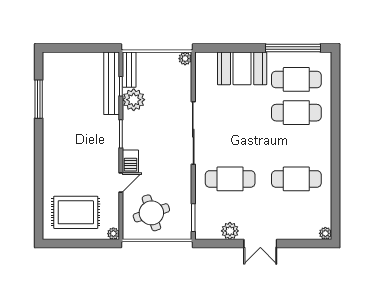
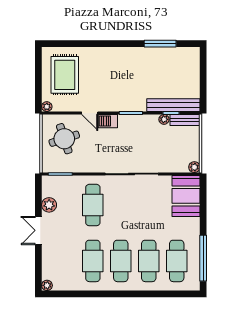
booth: (242, 68) -> (186, 196), moved
plant: (134, 100) -> (164, 119), width x0.53, depth x0.53
cafe table: (296, 146) -> (121, 261), added

